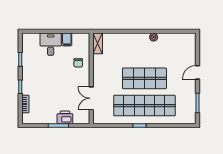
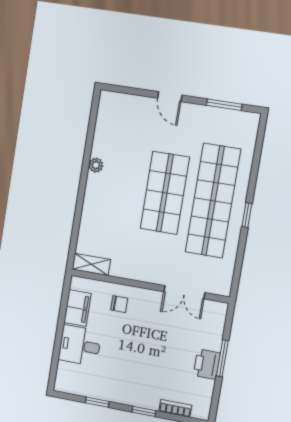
filing cabinet: (67, 39) -> (77, 308), width x2.00
printer: (65, 117) -> (207, 364), moved

